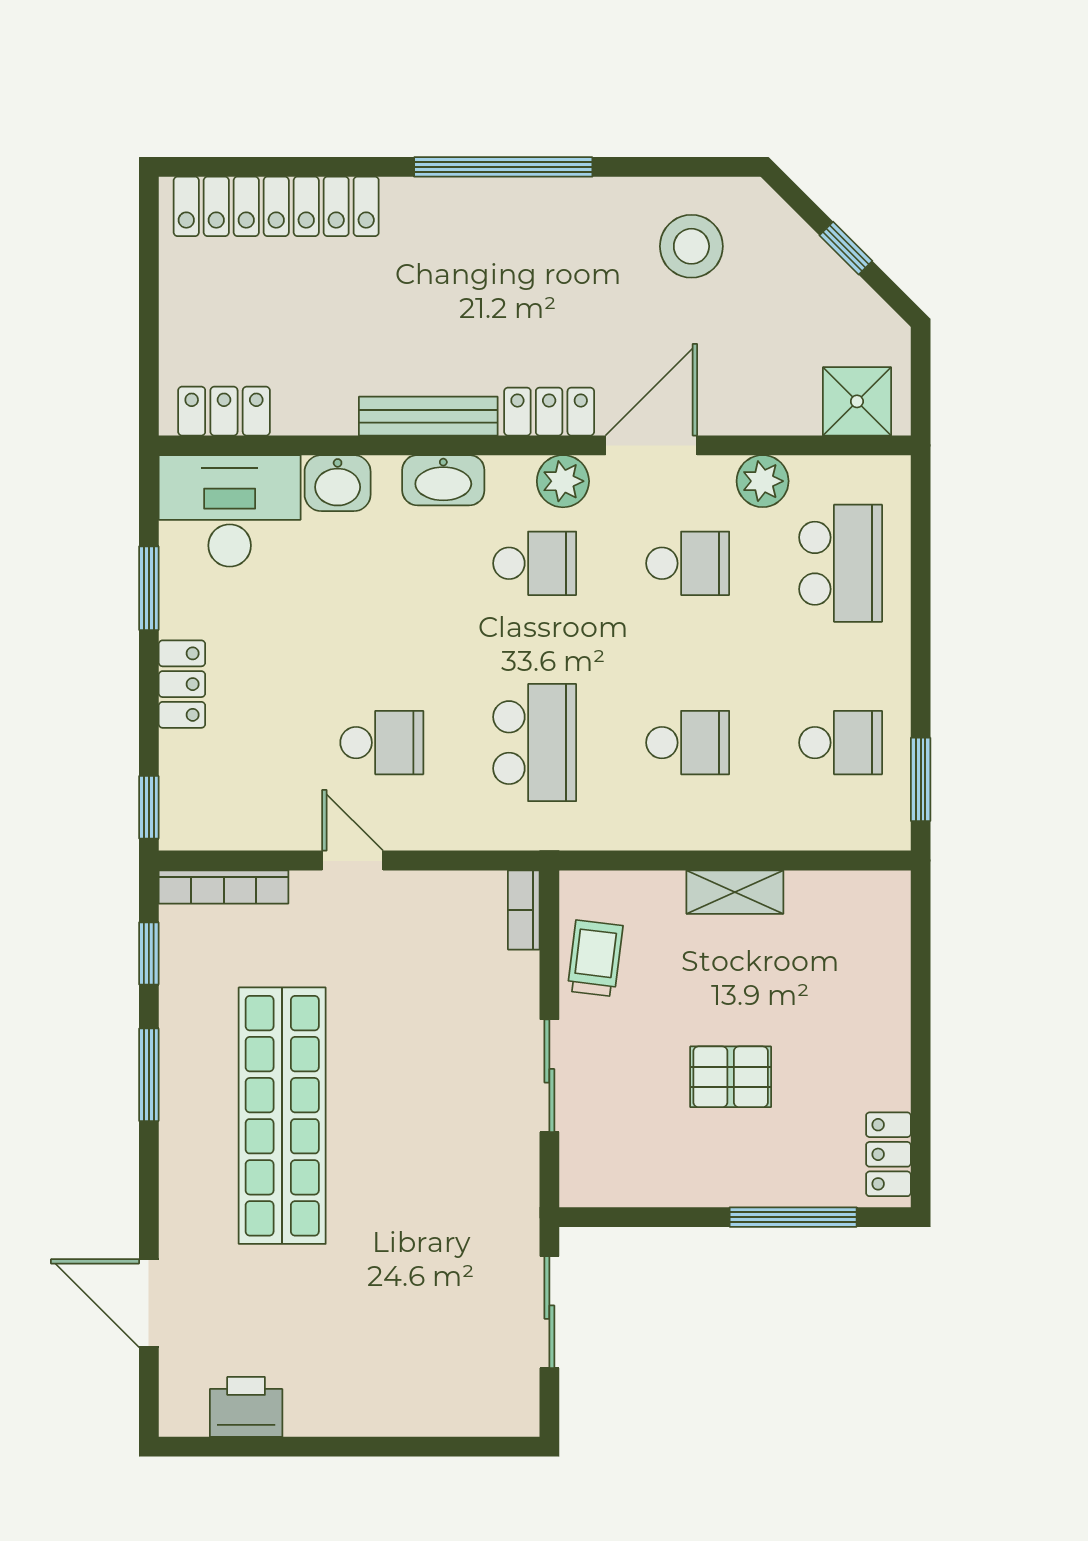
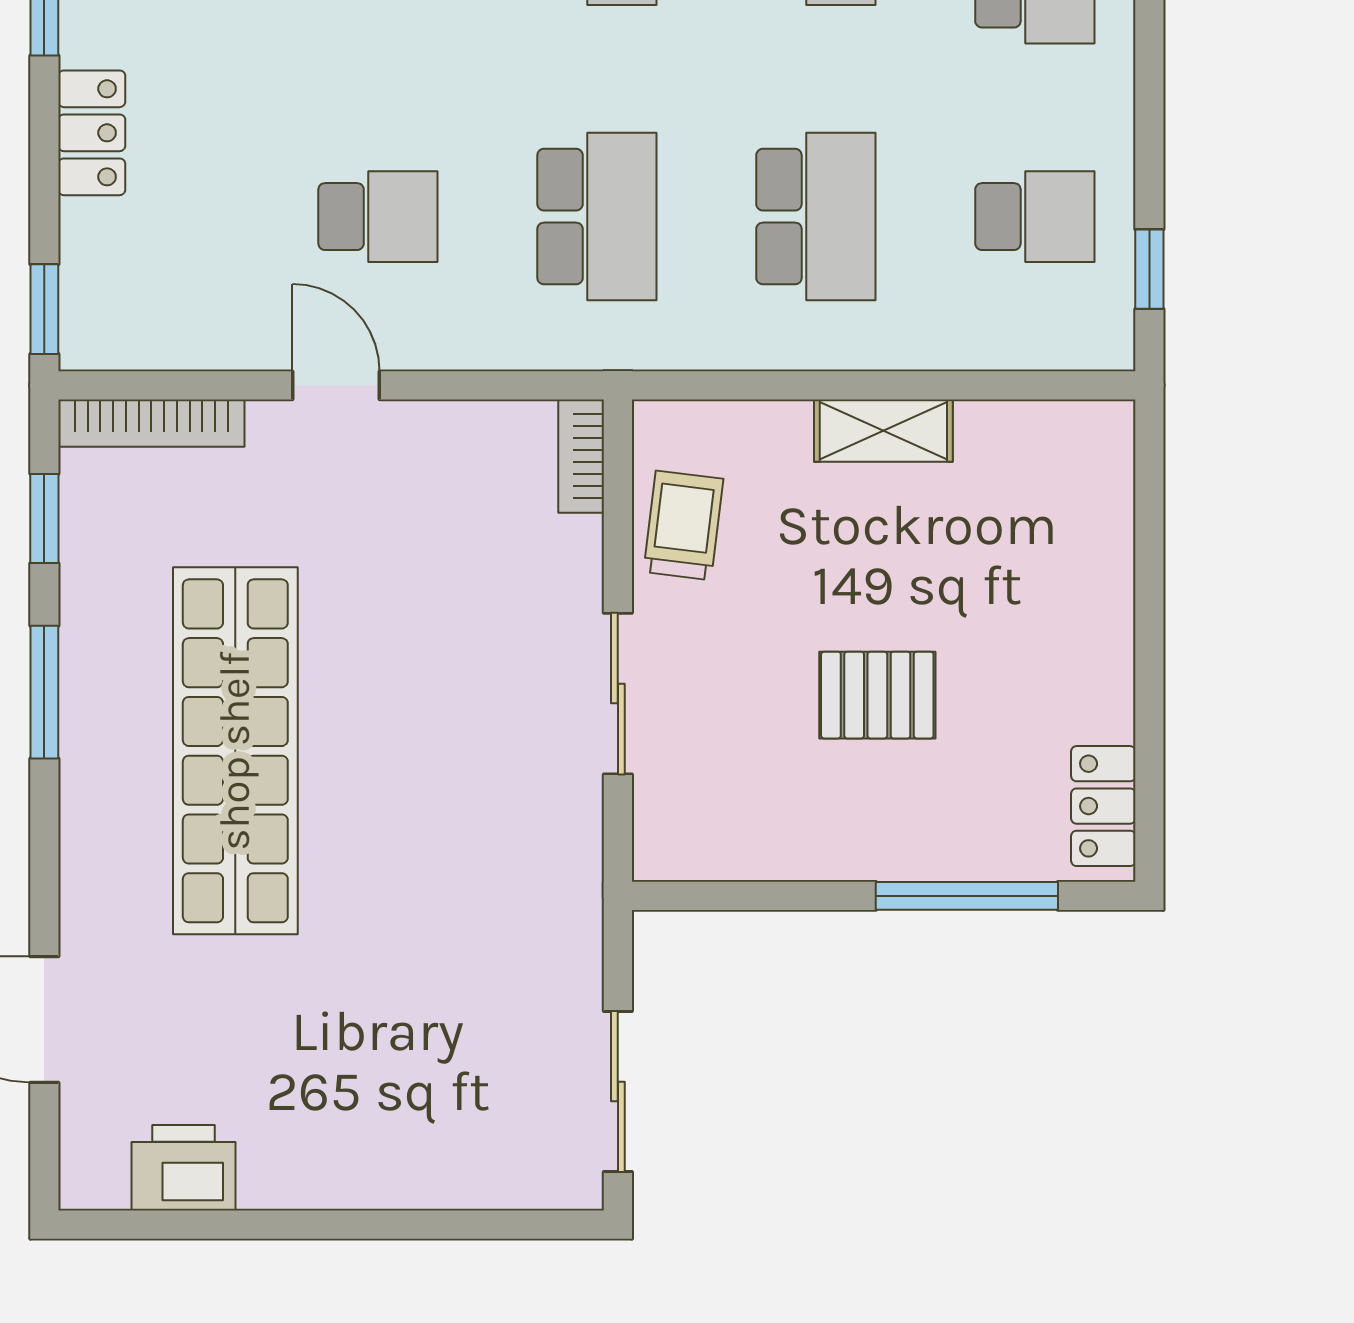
school desk: (688, 743) -> (816, 217), width x1.85
window: (921, 779) -> (1149, 269), width x0.67
sliding door: (549, 1312) -> (618, 1092), moved

